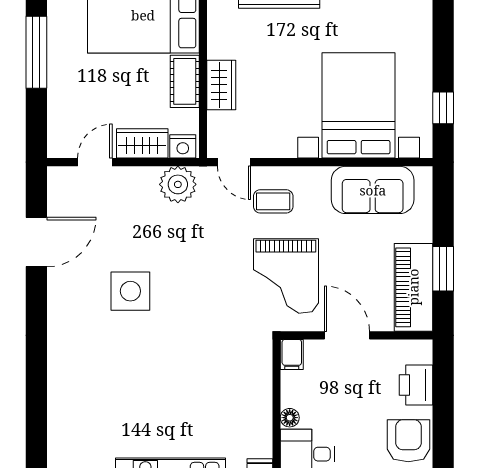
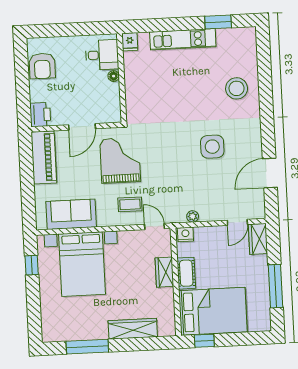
wardrobe: (142, 143) -> (258, 239), moved, turned 90
plant: (178, 184) -> (193, 216), width x0.53, depth x0.53
window: (443, 269) -> (27, 169), removed
door: (347, 335) -> (82, 127), hinge flipped
filing cabinet: (292, 354) -> (114, 114), removed
printer: (416, 385) -> (40, 115), moved
stool: (85, 387) -> (237, 88), added

